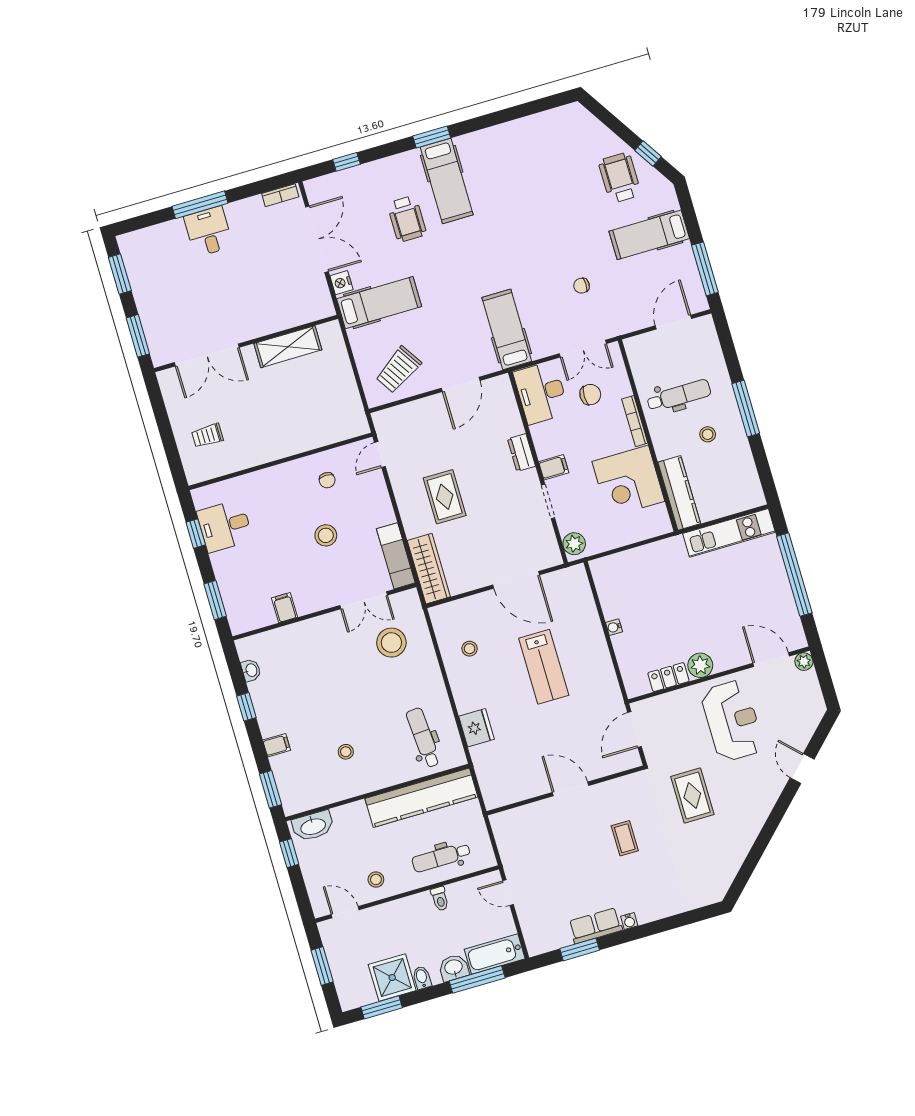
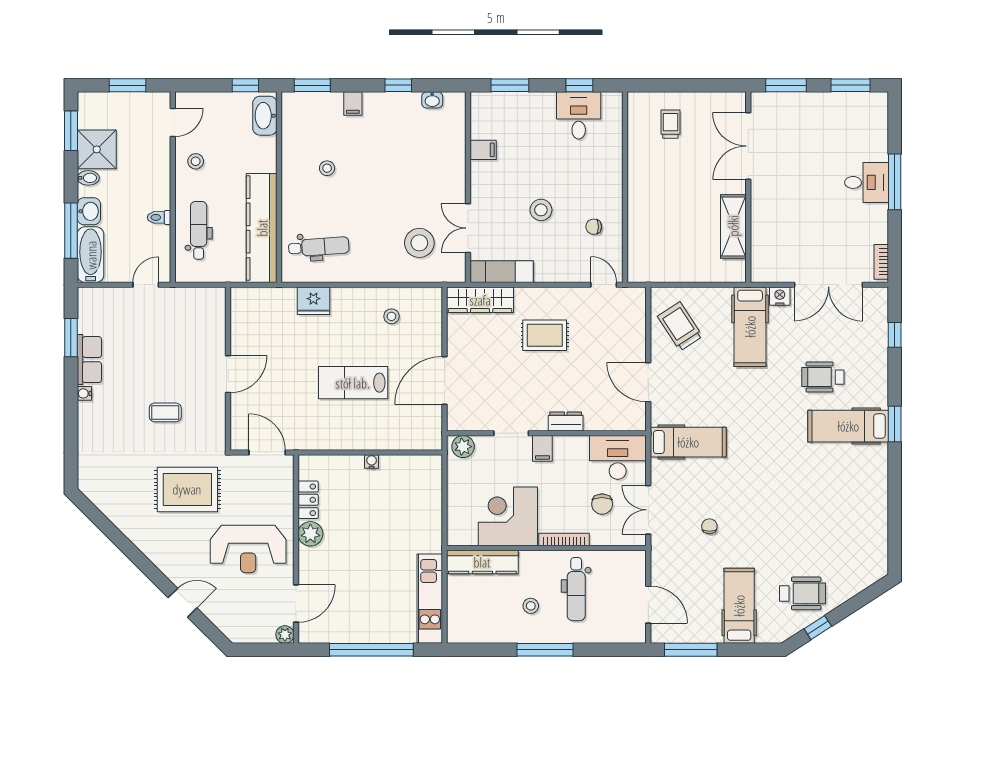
rug: (692, 796) -> (187, 489), width x1.36, depth x1.43

